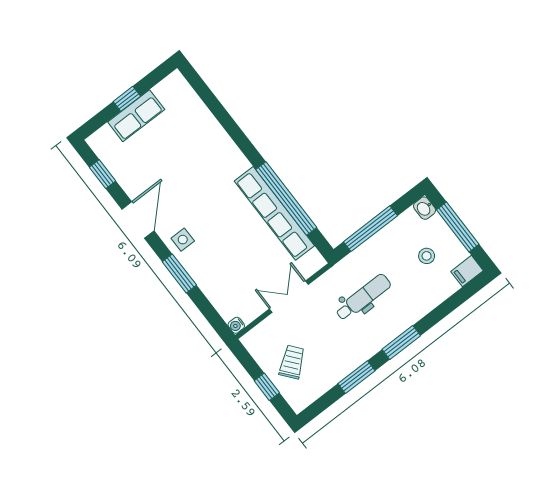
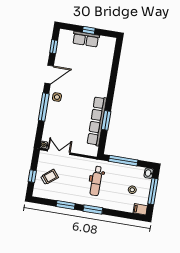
window: (286, 199) -> (106, 120), width x0.47
window: (179, 273) -> (44, 107), width x1.44
double door: (289, 297) -> (59, 152), moved
dental chair: (363, 297) -> (96, 181), turned 90

